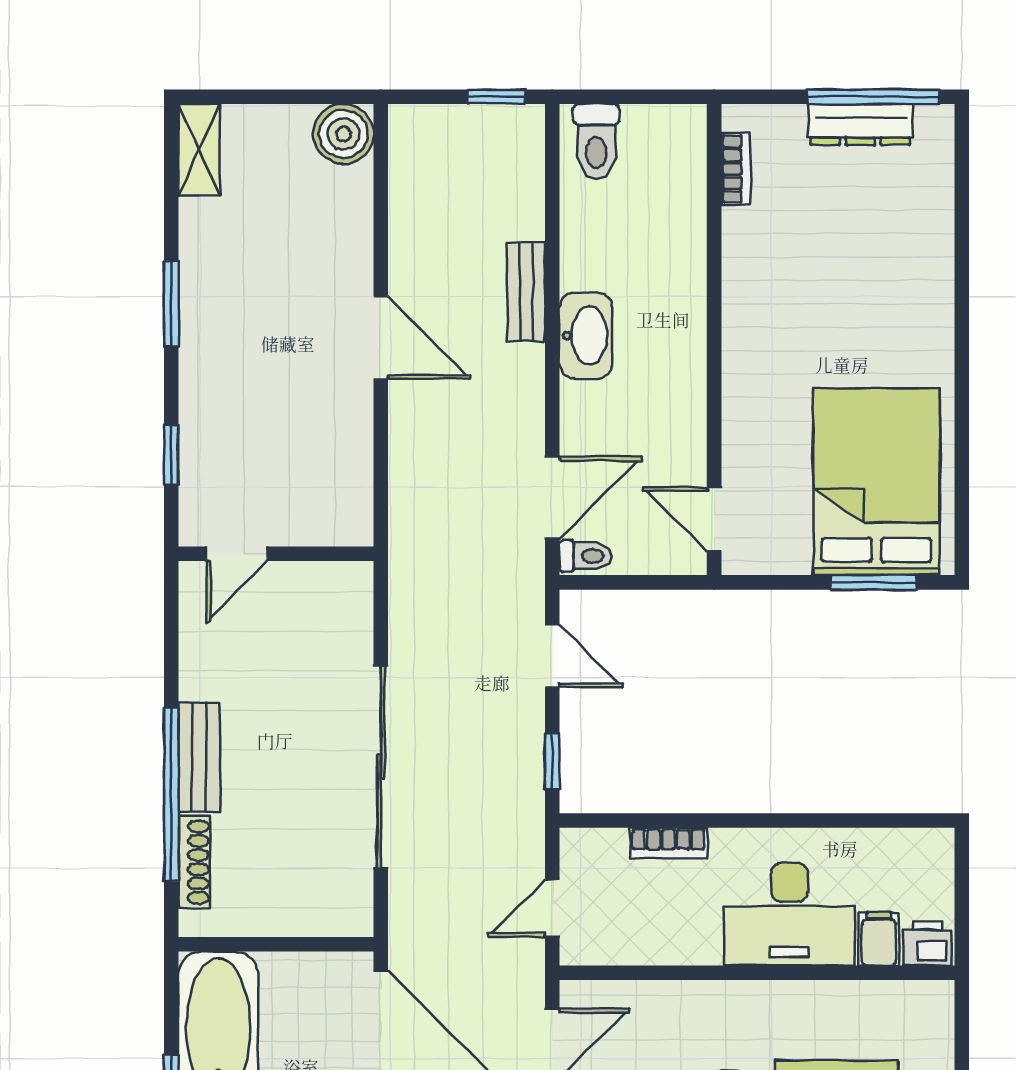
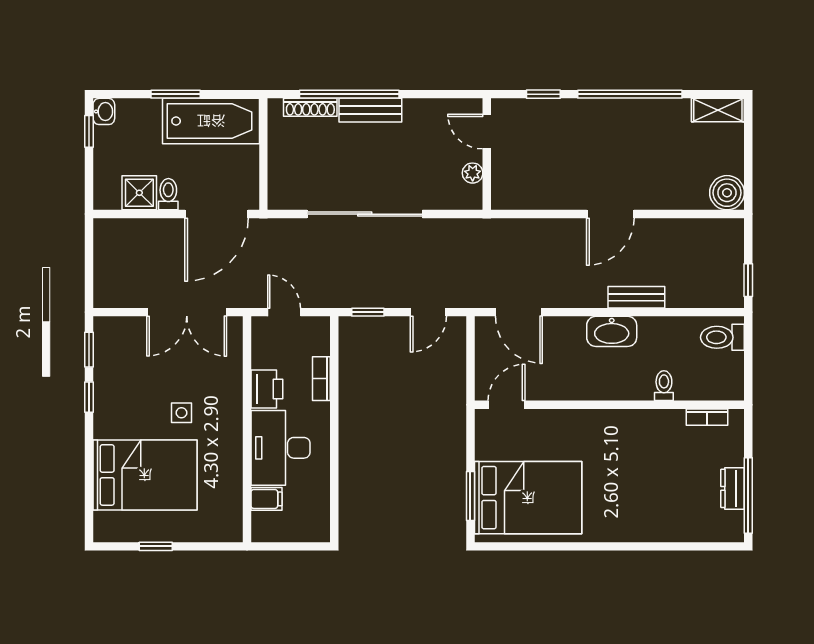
dresser: (860, 124) -> (732, 488), width x0.70
window: (171, 304) -> (630, 94), width x2.11
toilet: (586, 556) -> (664, 386), moved, turned 180
plant: (309, 579) -> (473, 173), added
printer: (927, 943) -> (267, 389), moved, width x1.36, depth x1.24

